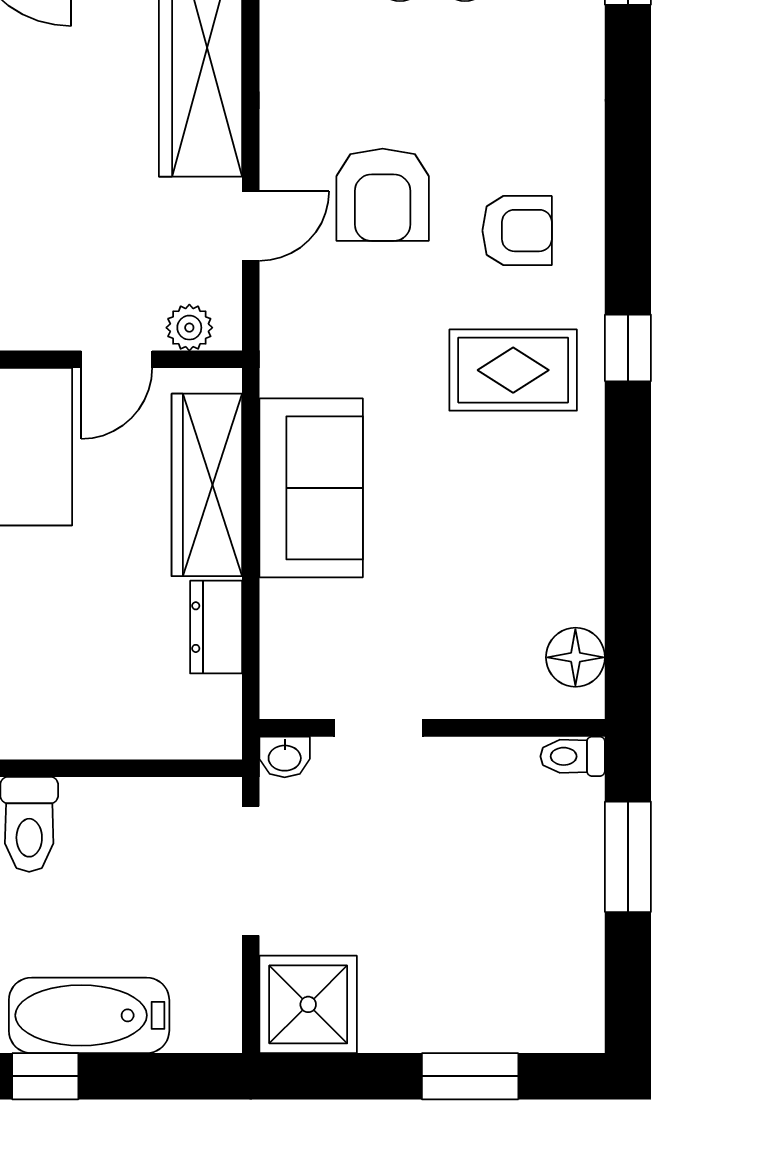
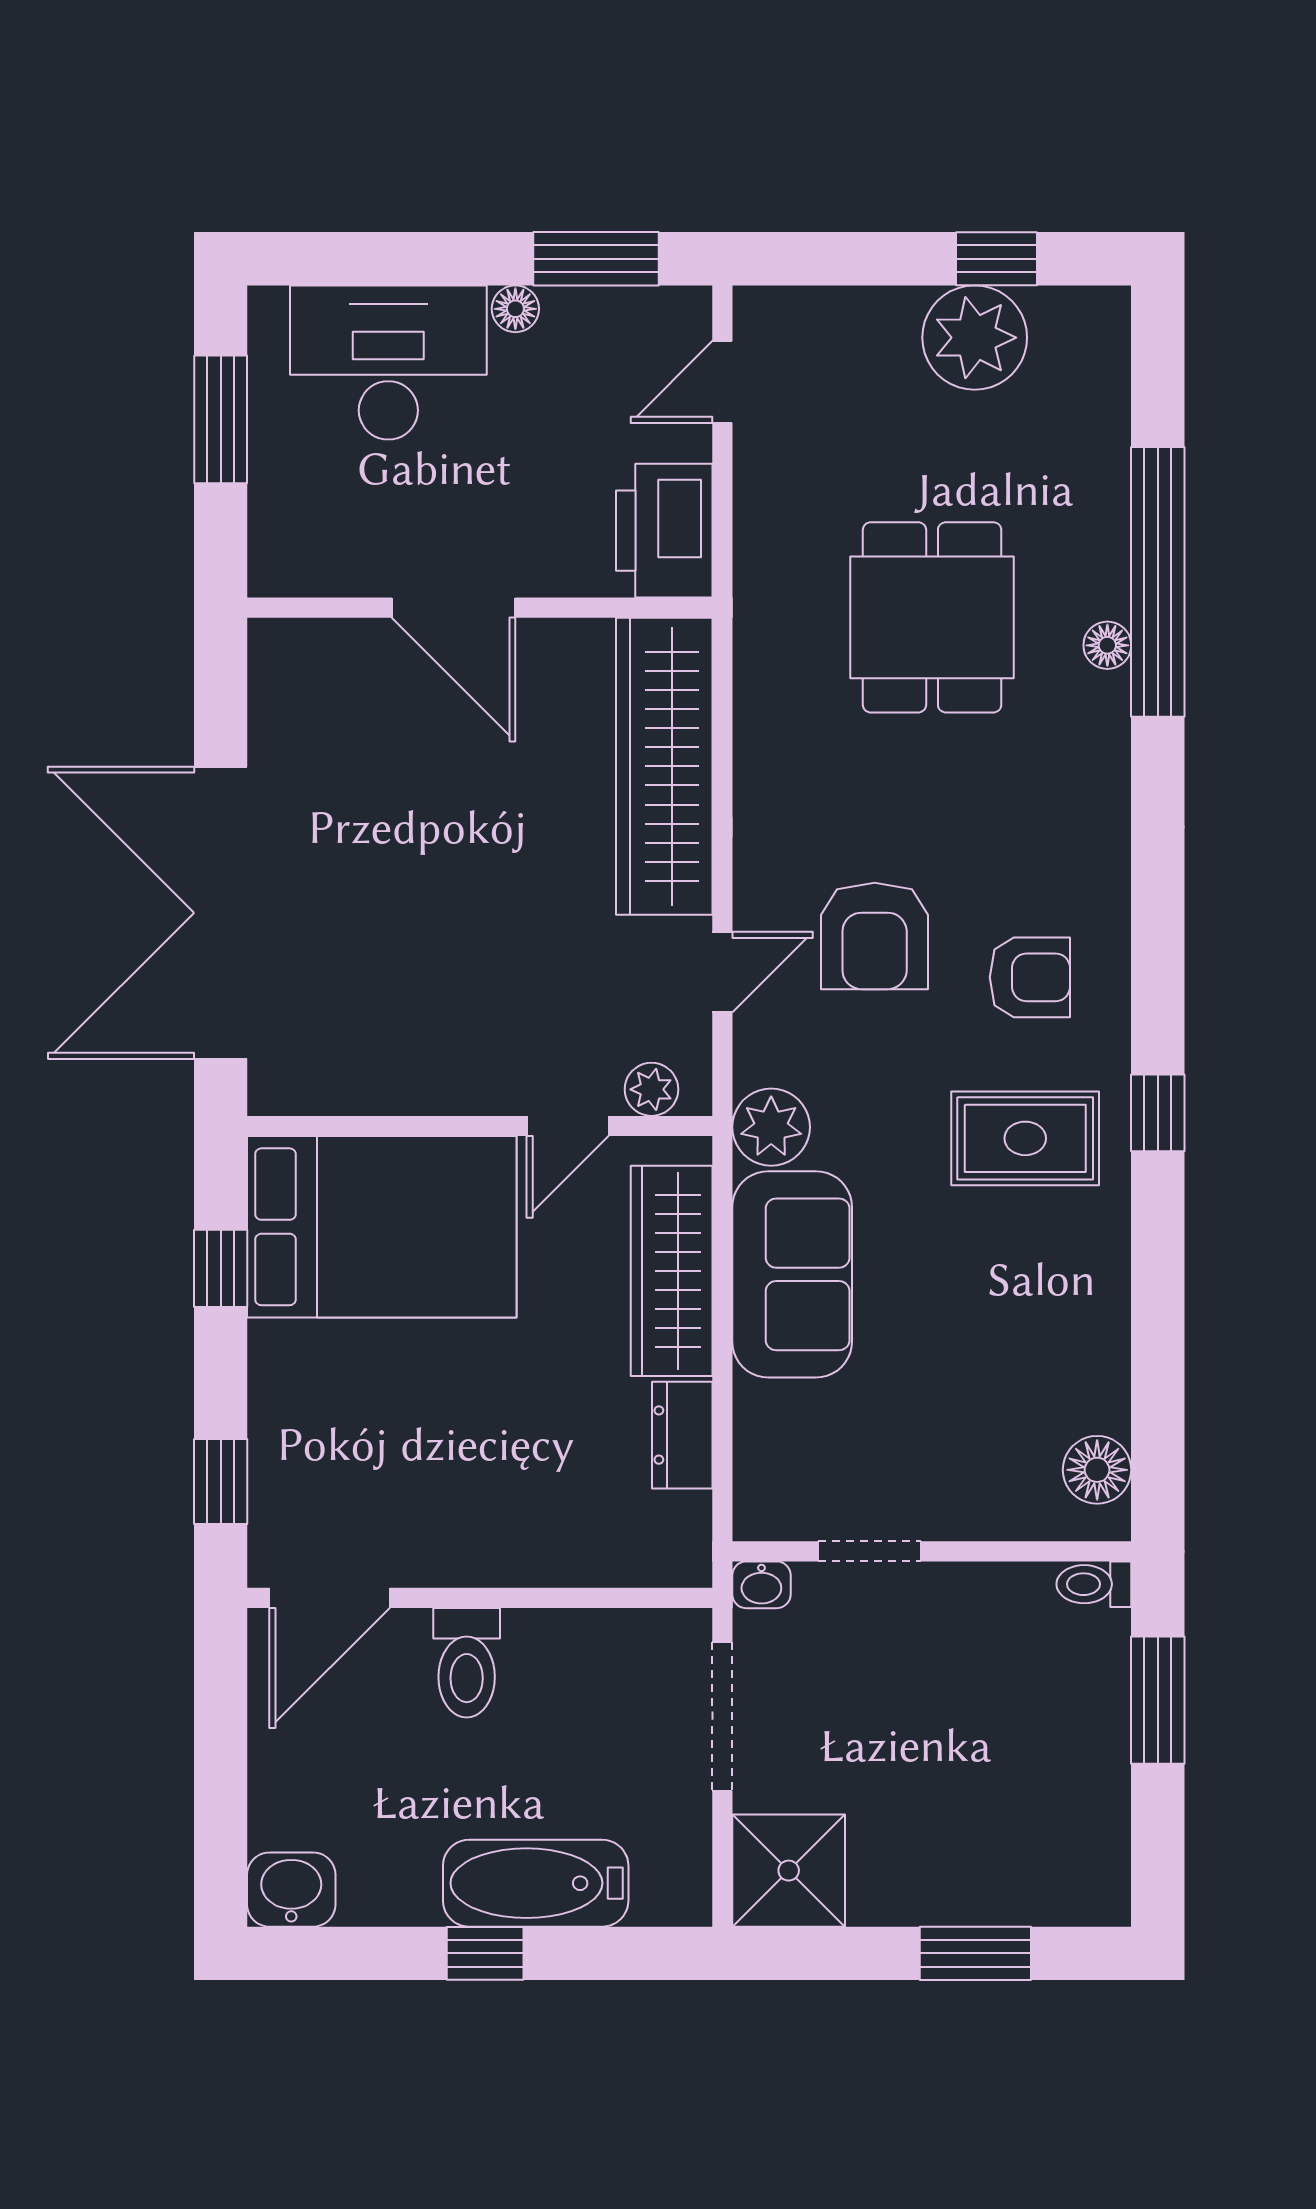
plant: (293, 360) -> (771, 1127), added

